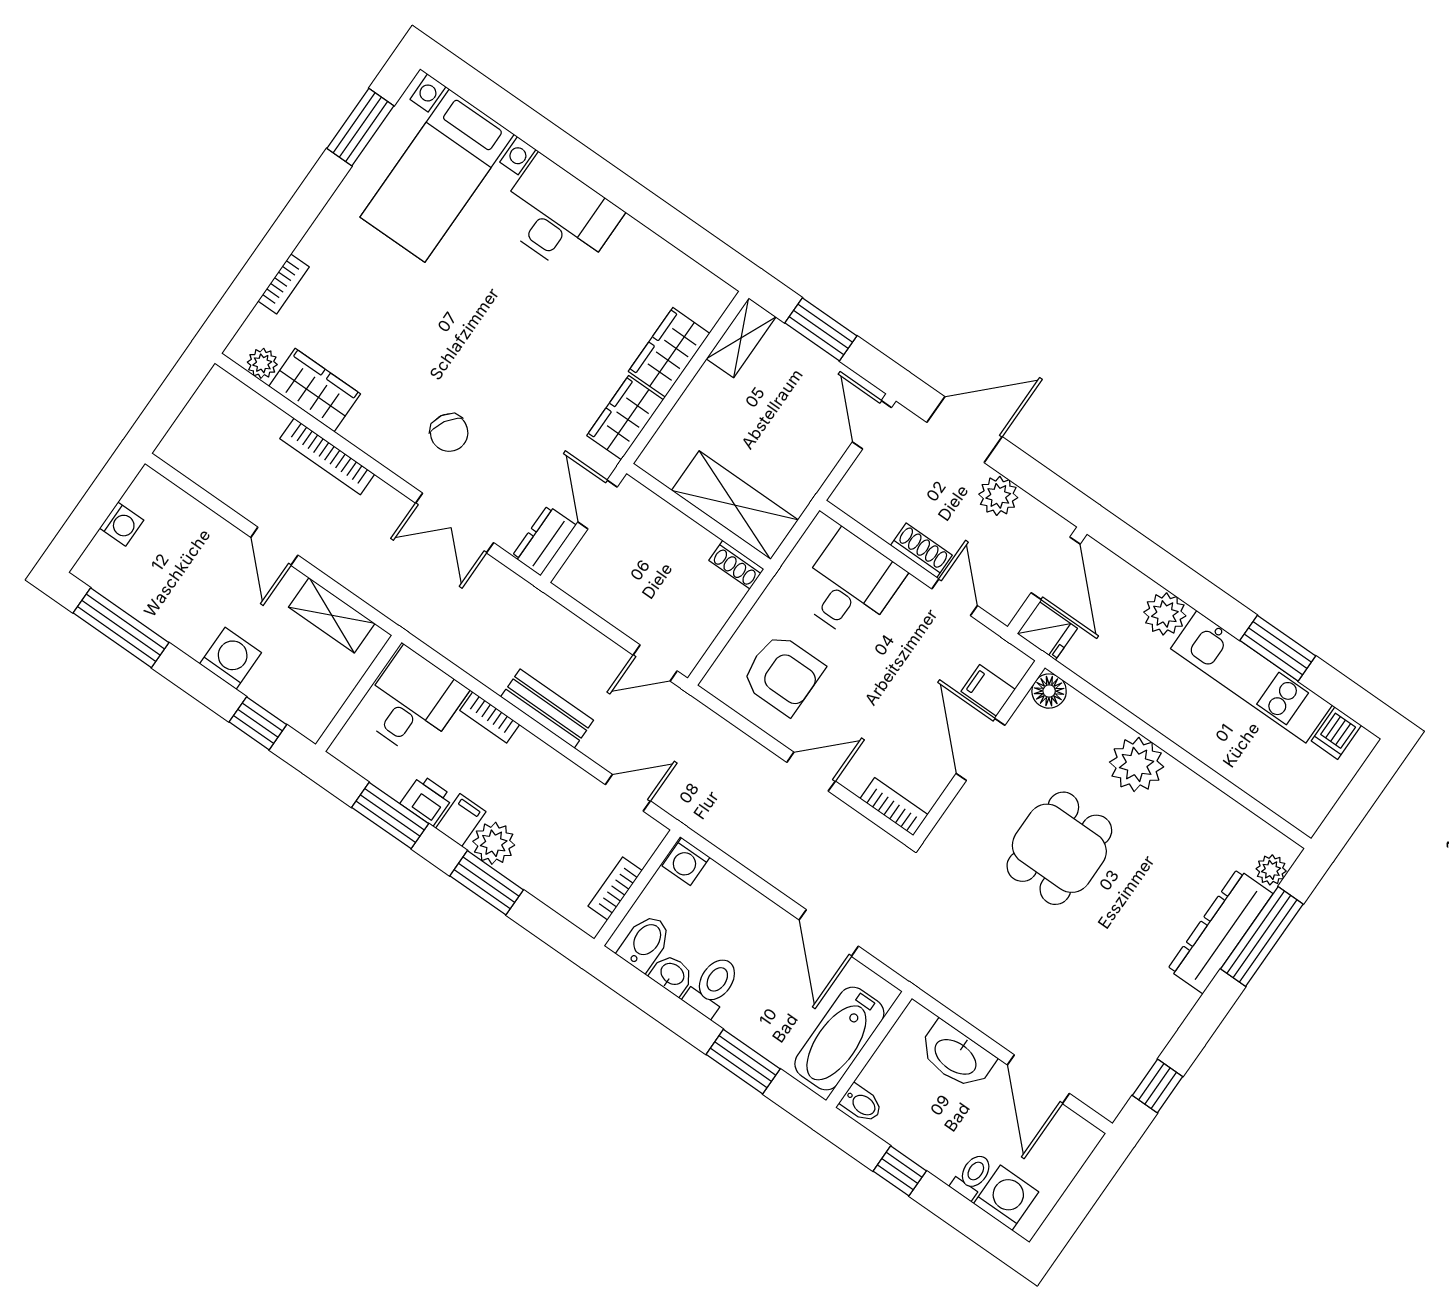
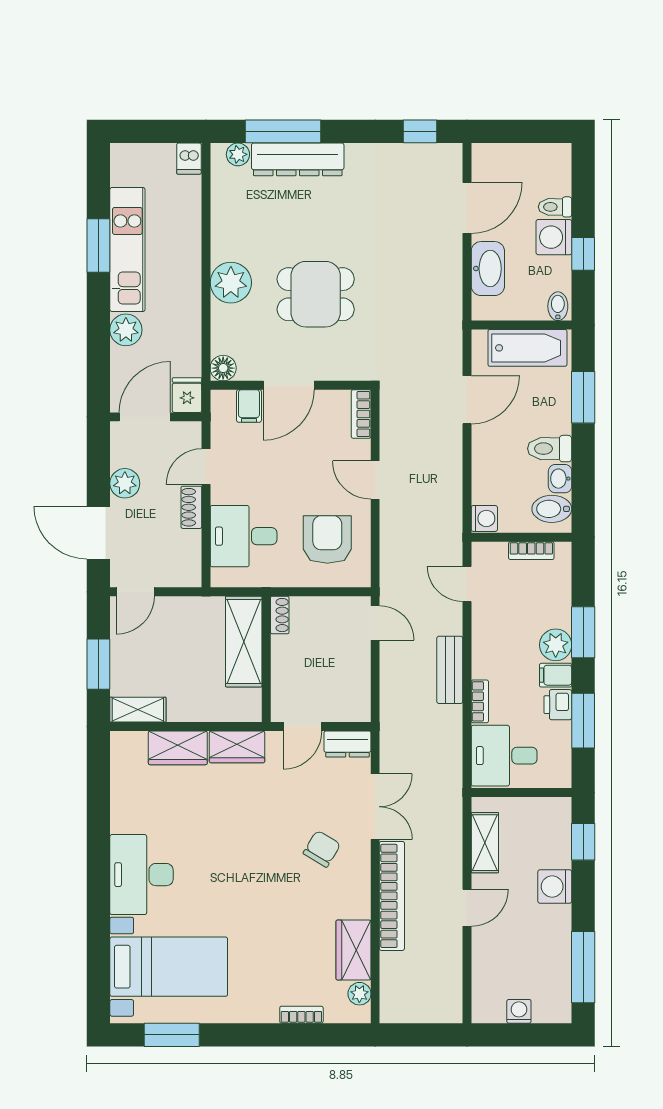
bookcase: (327, 457) -> (392, 896), width x1.48, depth x1.31
dishwasher: (1336, 733) -> (189, 159), moved, turned 90
washing machine: (1006, 1198) -> (554, 237), moved

